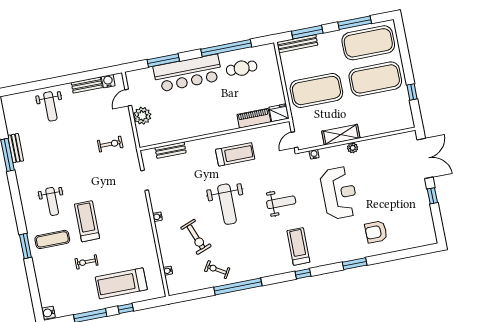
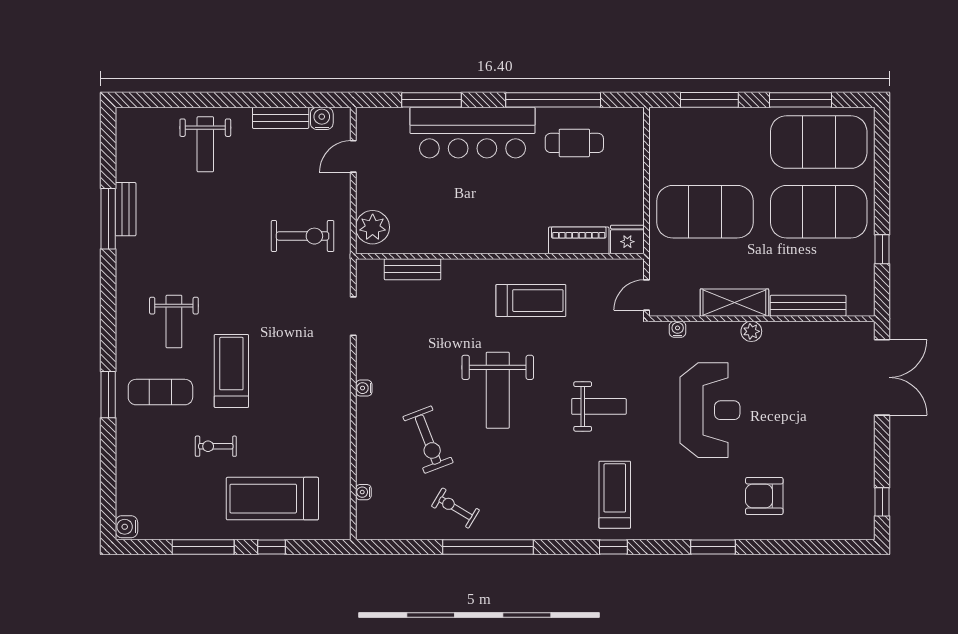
bench: (297, 44) -> (808, 306), moved
plant: (142, 116) -> (373, 227), moved
exercise bike: (110, 144) -> (303, 236), width x1.38, depth x1.39
window: (432, 196) -> (882, 502), moved

